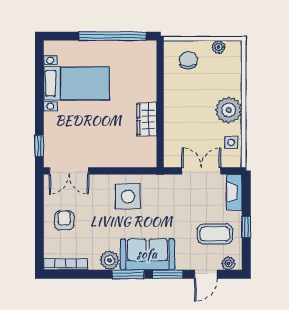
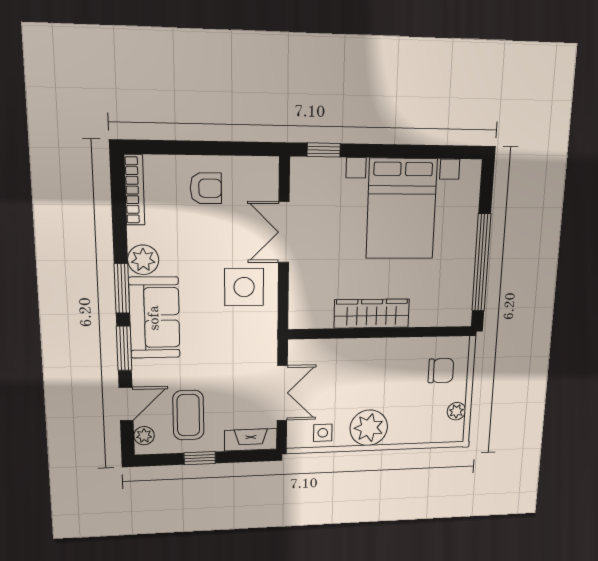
bed with nightstands: (76, 83) -> (402, 209), width x1.36
wardrobe: (147, 119) -> (372, 314), width x1.50
double door: (69, 171) -> (284, 232), moved
door: (206, 274) -> (126, 404), swing flipped

